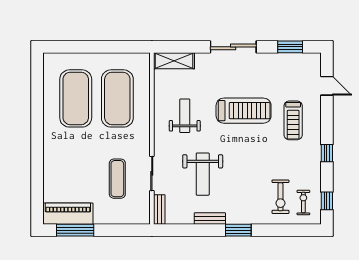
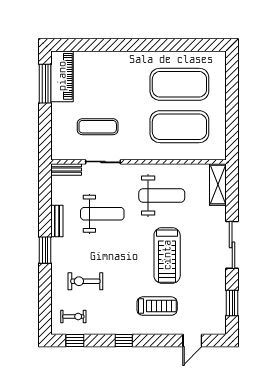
weight bench: (185, 116) -> (162, 195), width x1.36, depth x1.33
treadmill: (293, 120) -> (157, 306), turned 180
weight bench: (203, 174) -> (102, 214), turned 180
exercise bike: (280, 197) -> (85, 281), moved

